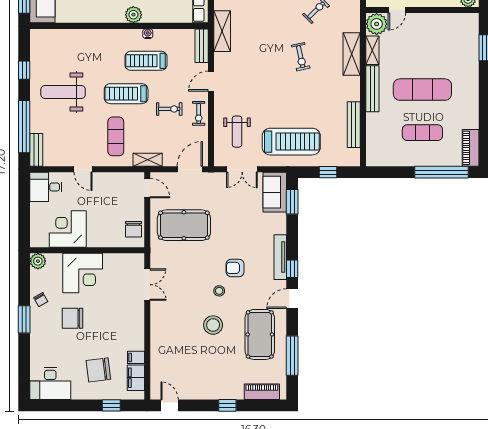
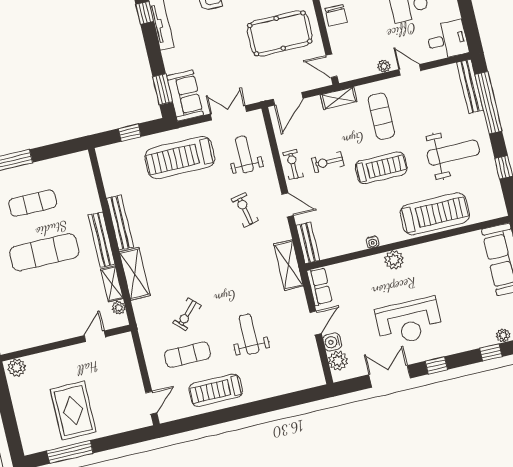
plant: (377, 24) -> (119, 308), width x0.53, depth x0.53
exercise bike: (301, 57) -> (245, 210), moved
treadmill: (146, 61) -> (435, 214), moved, width x1.37, depth x1.38
door: (211, 81) -> (288, 205), hinge flipped
bench: (354, 125) -> (120, 222), moved
bench: (36, 150) -> (470, 86), width x1.36
plant: (104, 178) -> (384, 66), added
chair: (134, 229) -> (336, 15), turned 180

